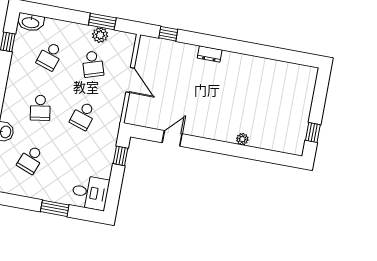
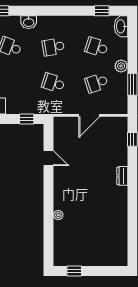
plant: (100, 35) -> (121, 66), moved

